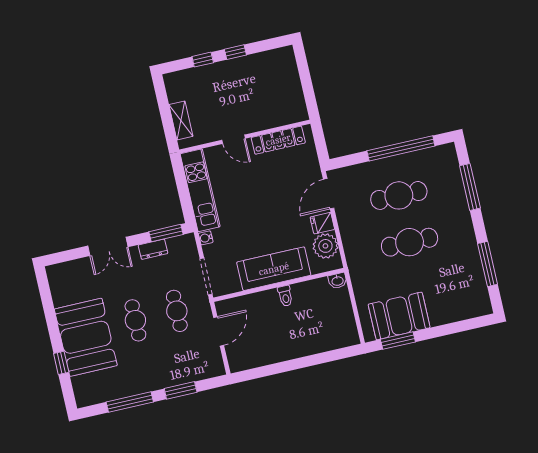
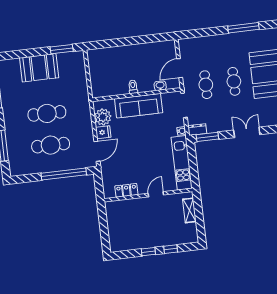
door: (234, 139) -> (156, 194), hinge flipped
locker: (278, 140) -> (126, 190), width x0.66
window: (401, 148) -> (64, 174), moved
dresser: (153, 249) -> (197, 130), moved
washbasin: (337, 281) -> (160, 86), moved
booth: (399, 316) -> (39, 68), moved
window: (181, 390) -> (209, 32), removed

